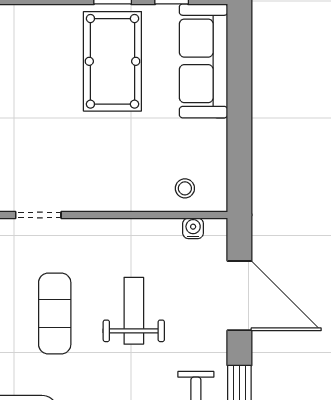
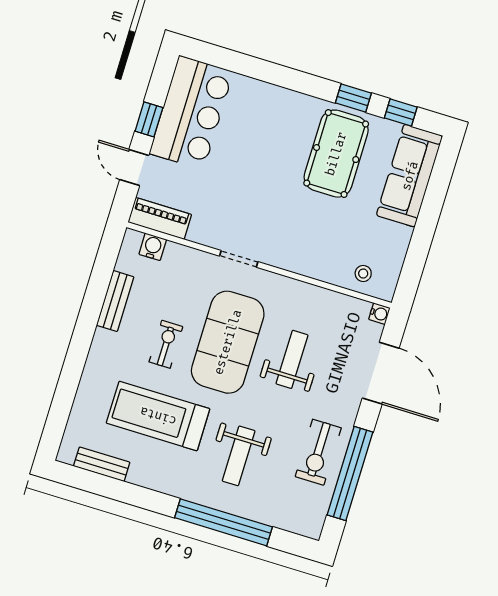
water cooler: (193, 228) -> (379, 314), moved, turned 90
exercise mat: (55, 314) -> (228, 342), width x2.00, depth x1.45

